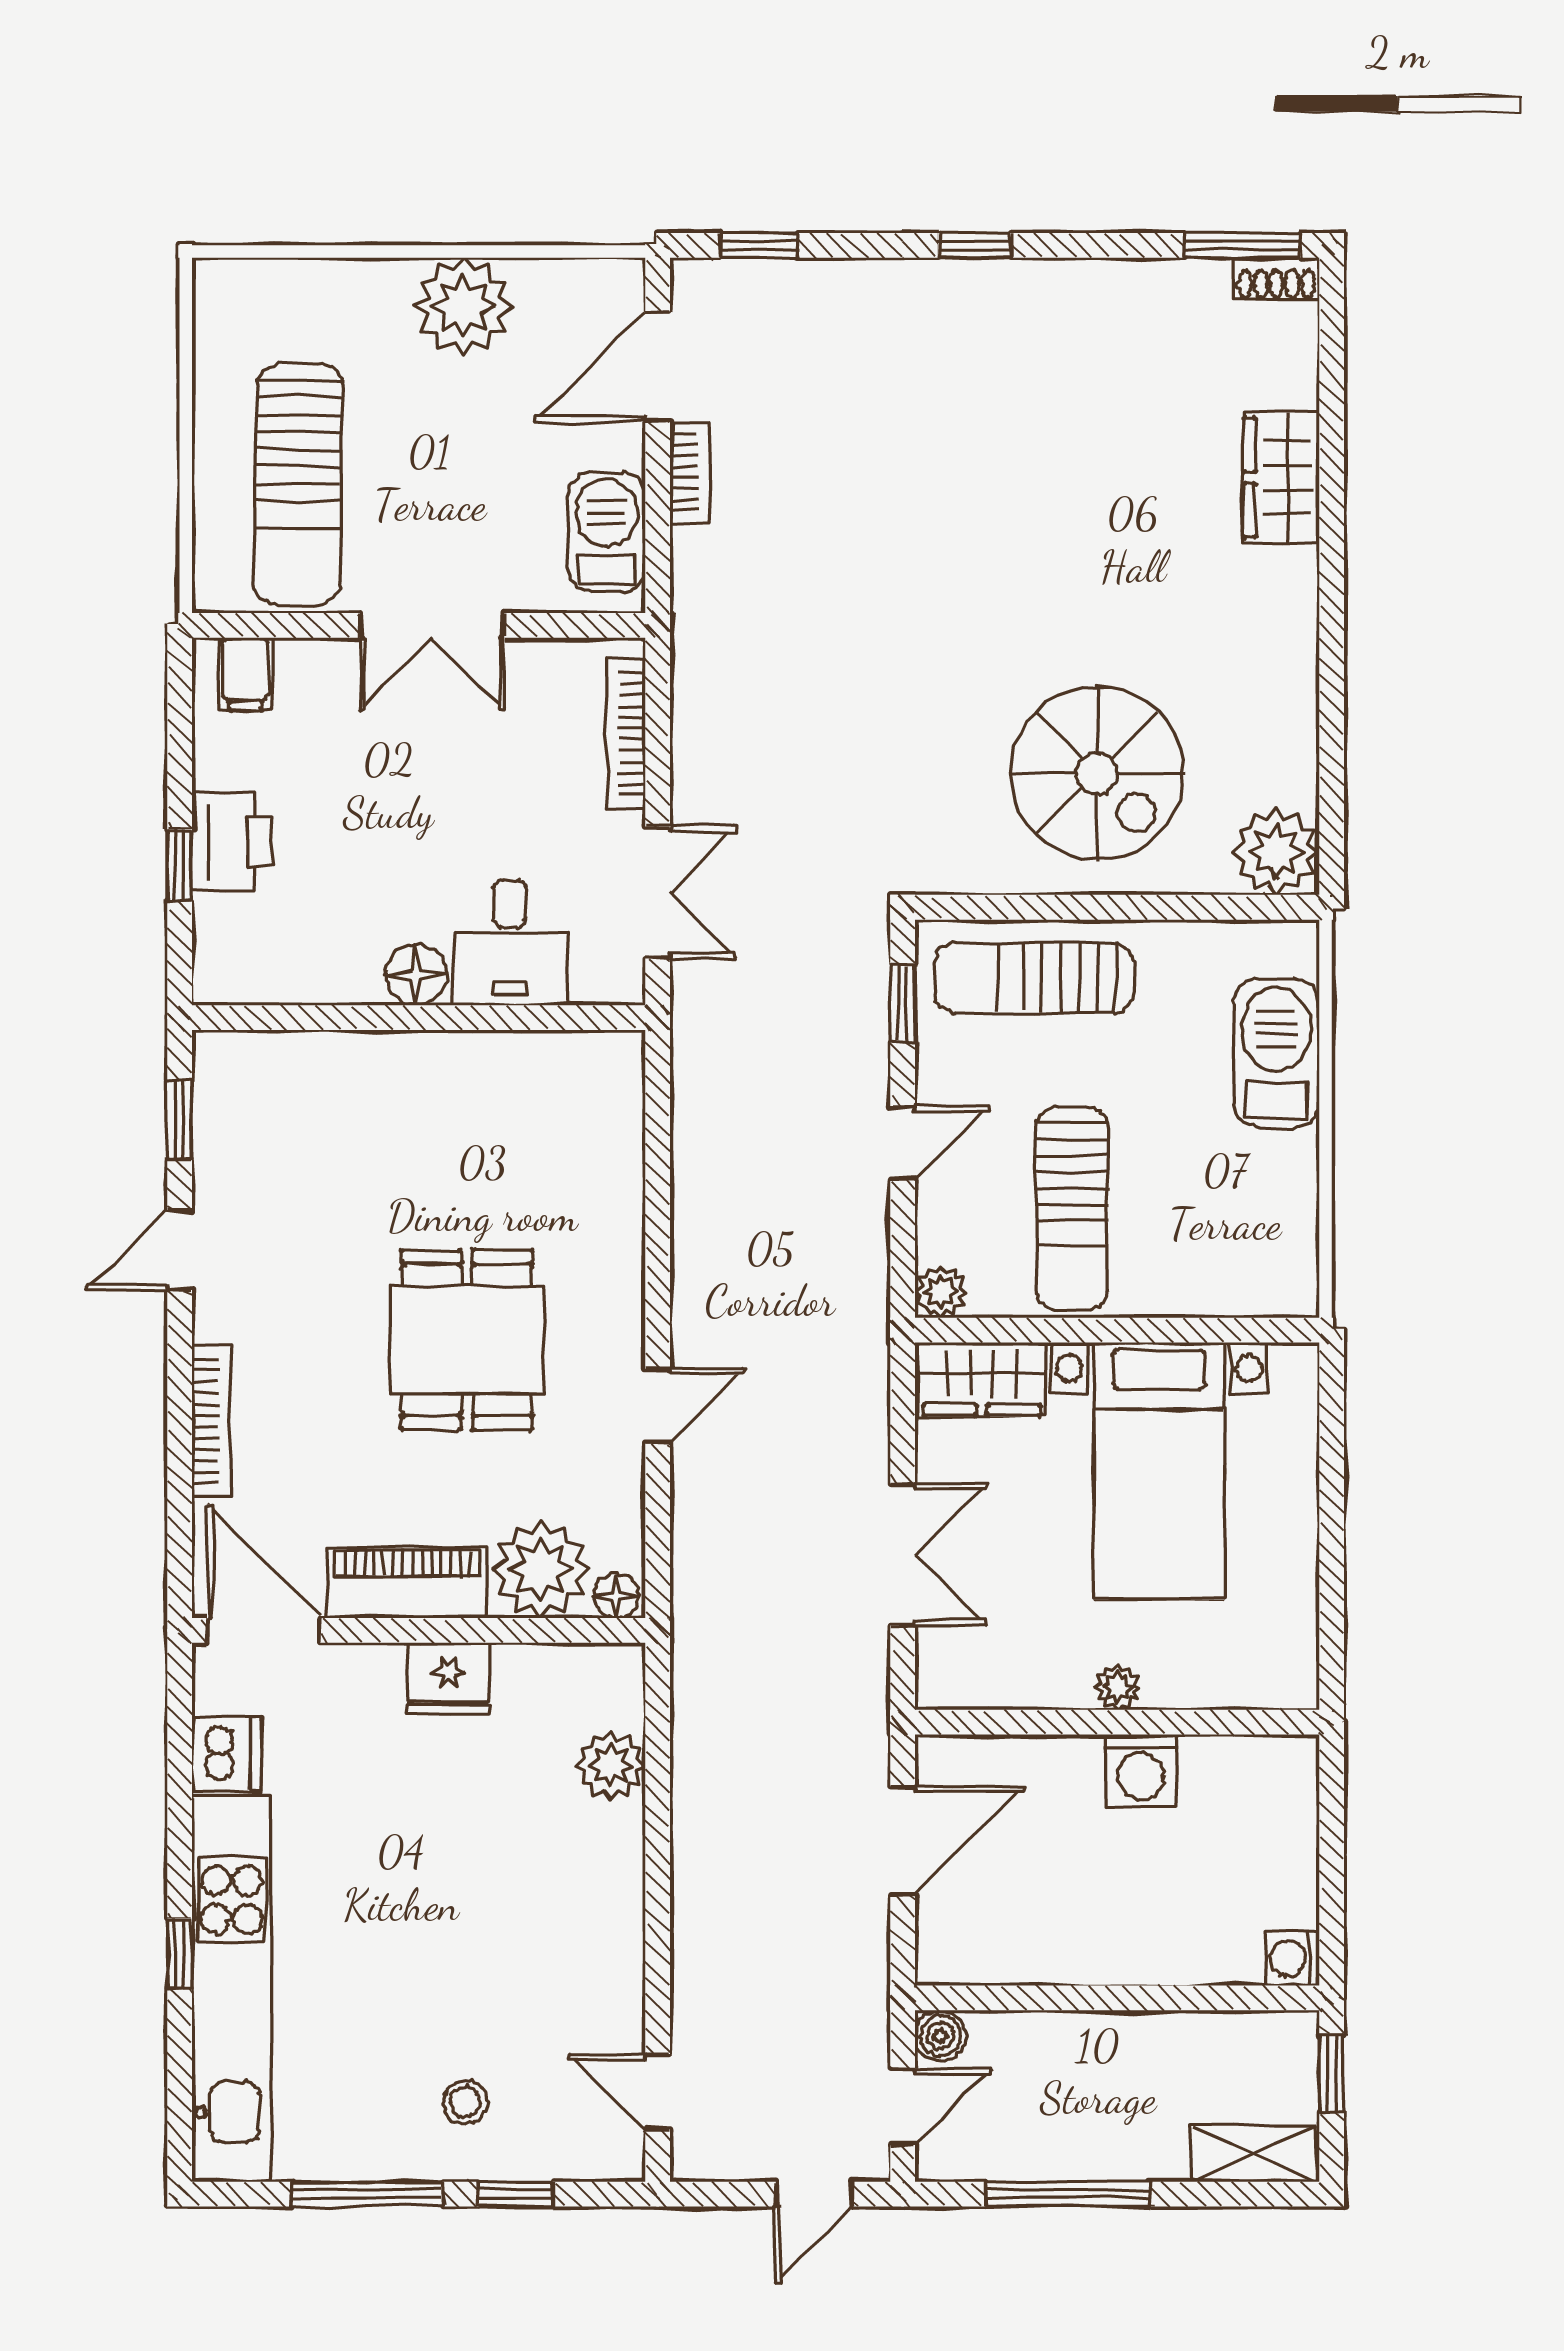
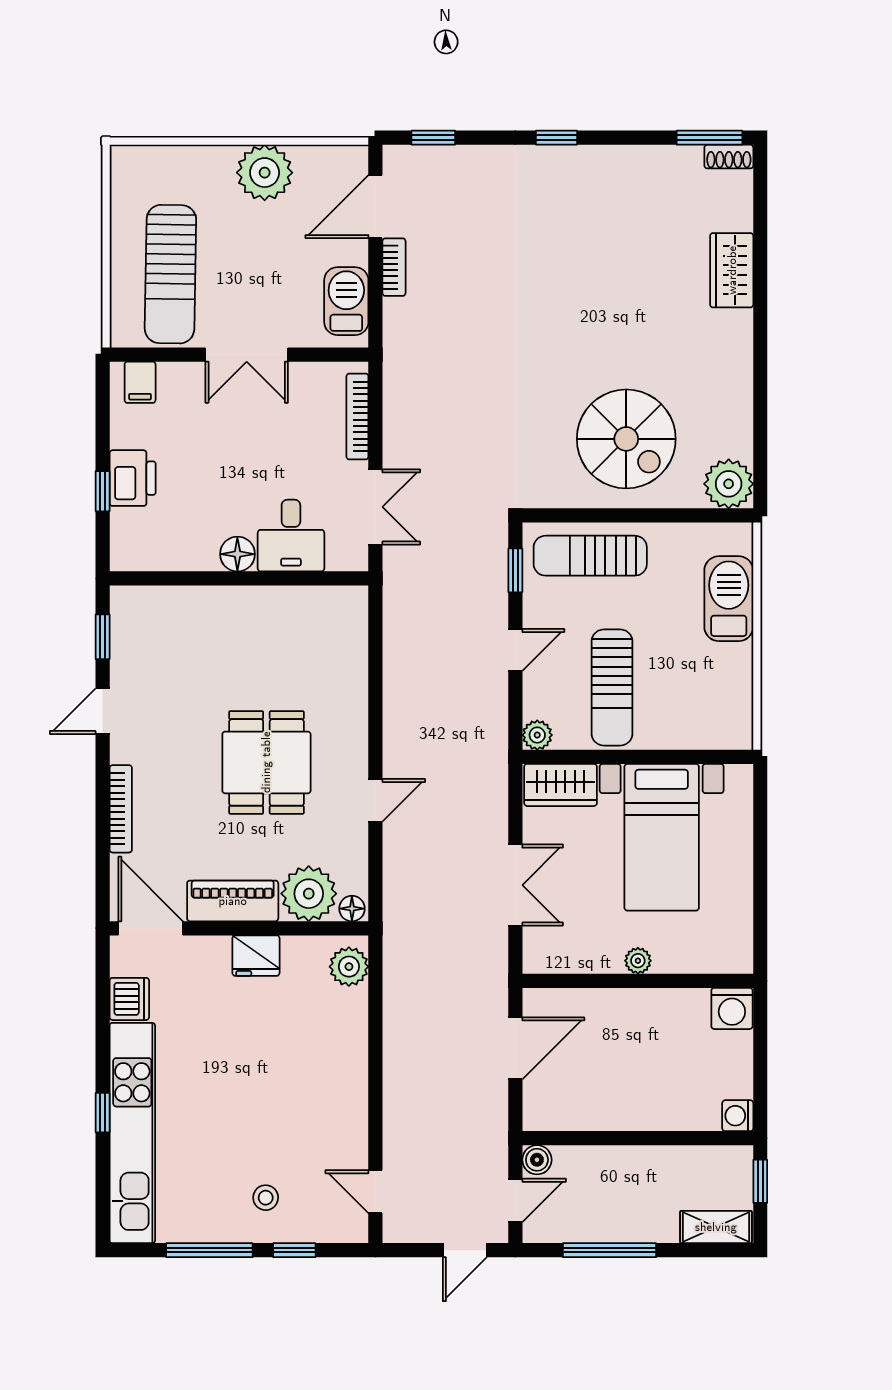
plant: (611, 1765) -> (349, 967), moved
washing machine: (1141, 1771) -> (732, 1008), moved

